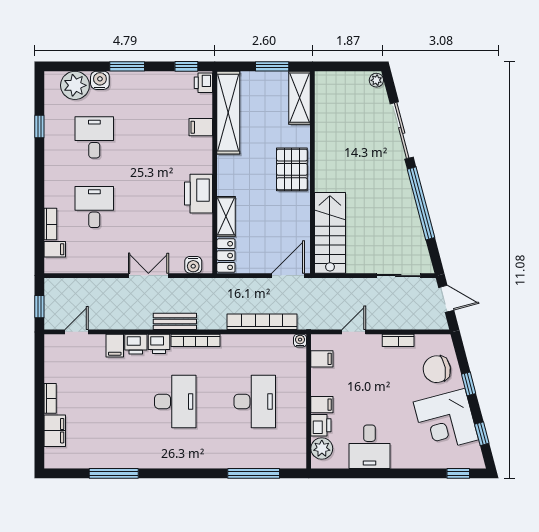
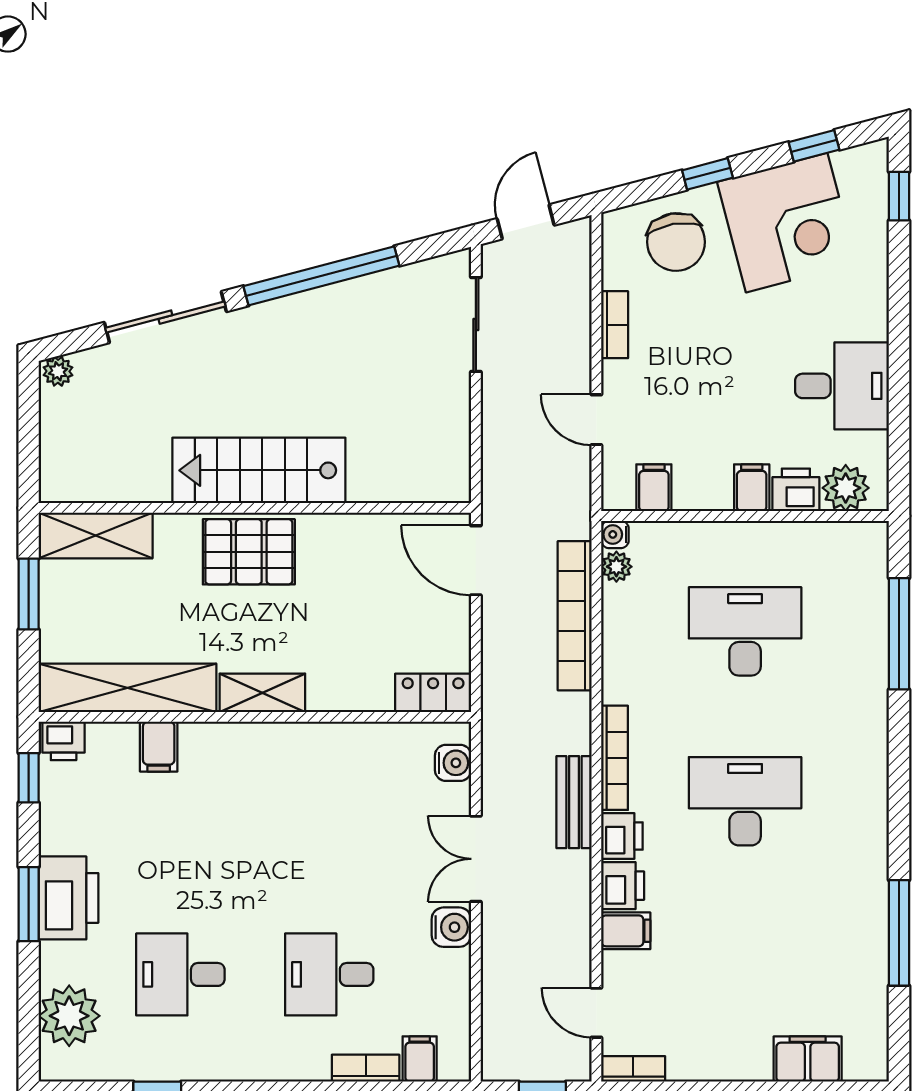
water cooler: (100, 80) -> (451, 927), moved, turned 180
printer: (199, 194) -> (68, 898), moved, turned -90
shelving: (226, 216) -> (262, 693), moved
stairs: (330, 233) -> (259, 470), moved
plant: (285, 341) -> (616, 567), added
bookcase: (50, 398) -> (633, 1069), moved

